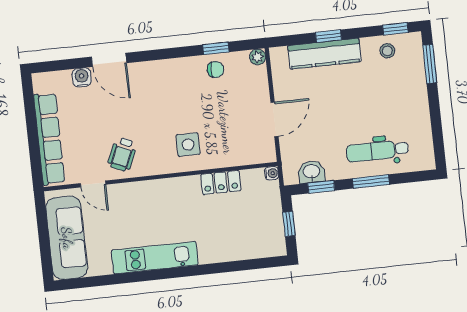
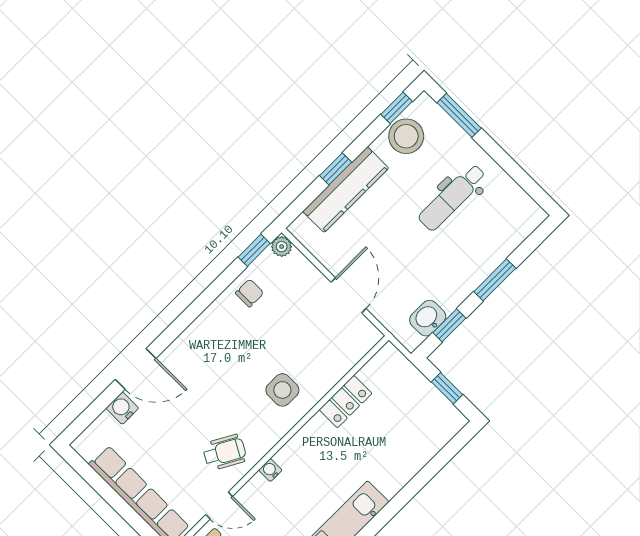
window: (216, 48) -> (254, 250), moved
stool: (387, 51) -> (406, 136), width x1.89, depth x1.89
dental chair: (377, 151) -> (452, 197), moved
wheelchair: (122, 154) -> (225, 452), turned -85
water cooler: (272, 173) -> (270, 470), moved, turned -90

